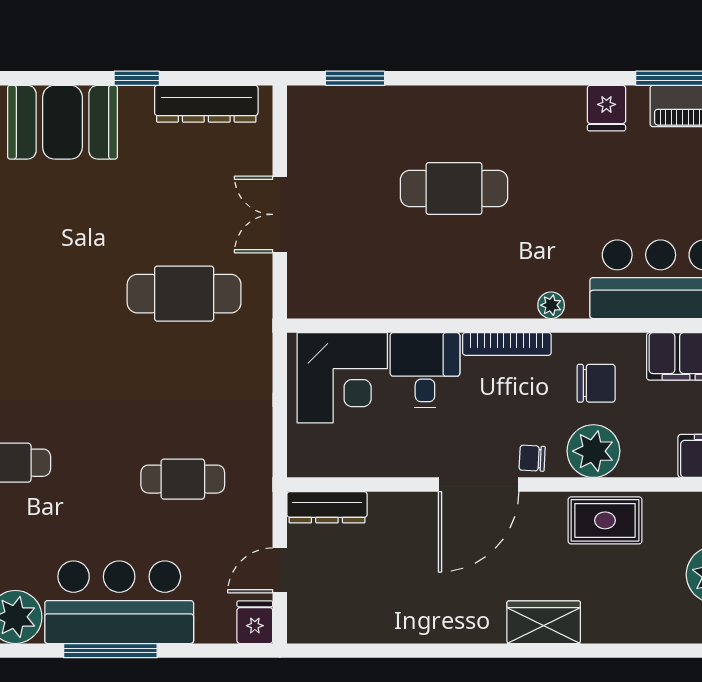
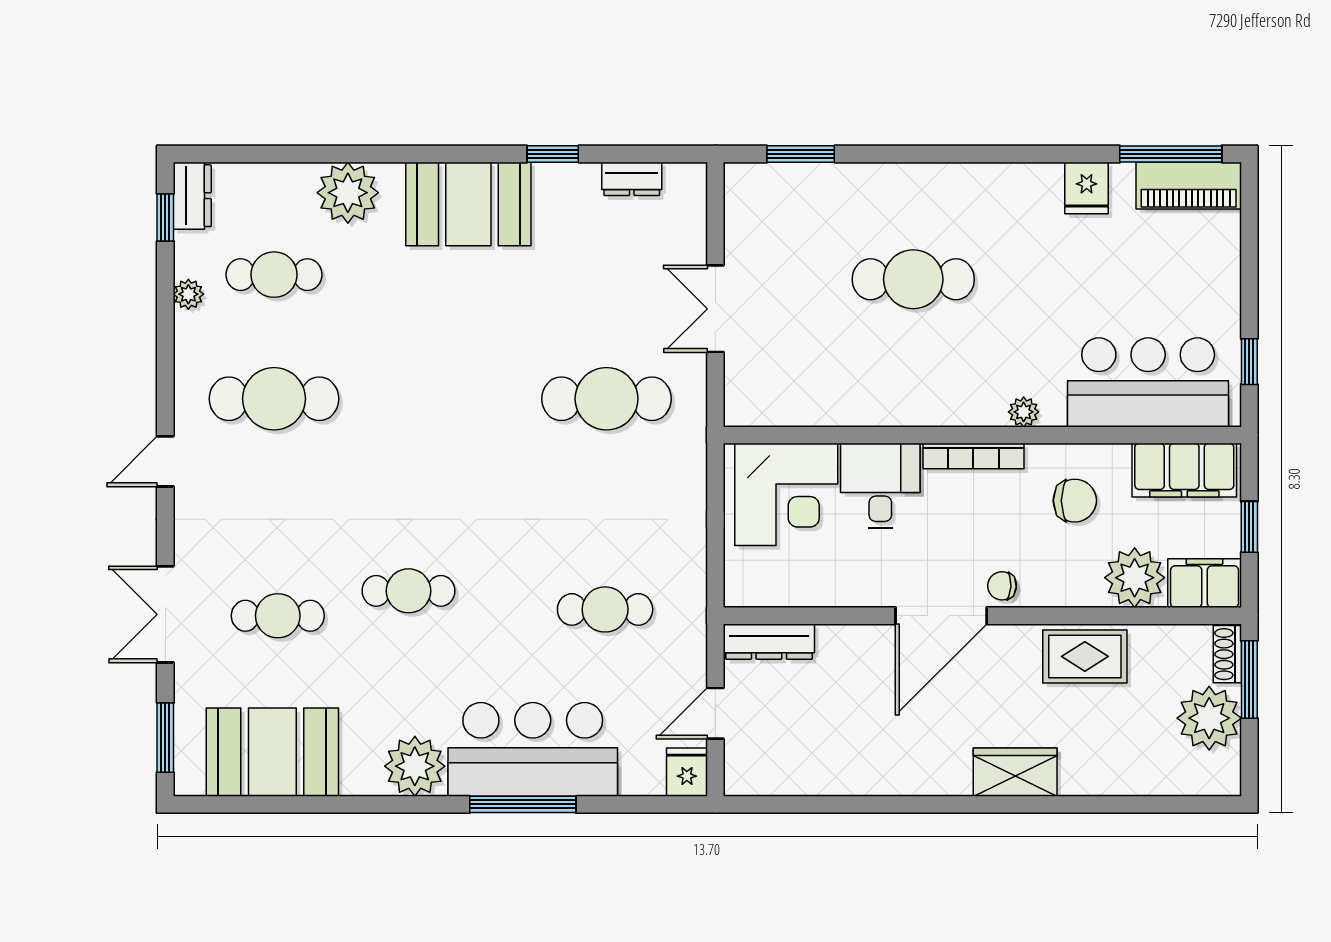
dresser: (206, 104) -> (632, 179), width x0.51, depth x0.80
plant: (593, 451) -> (1135, 578), moved

